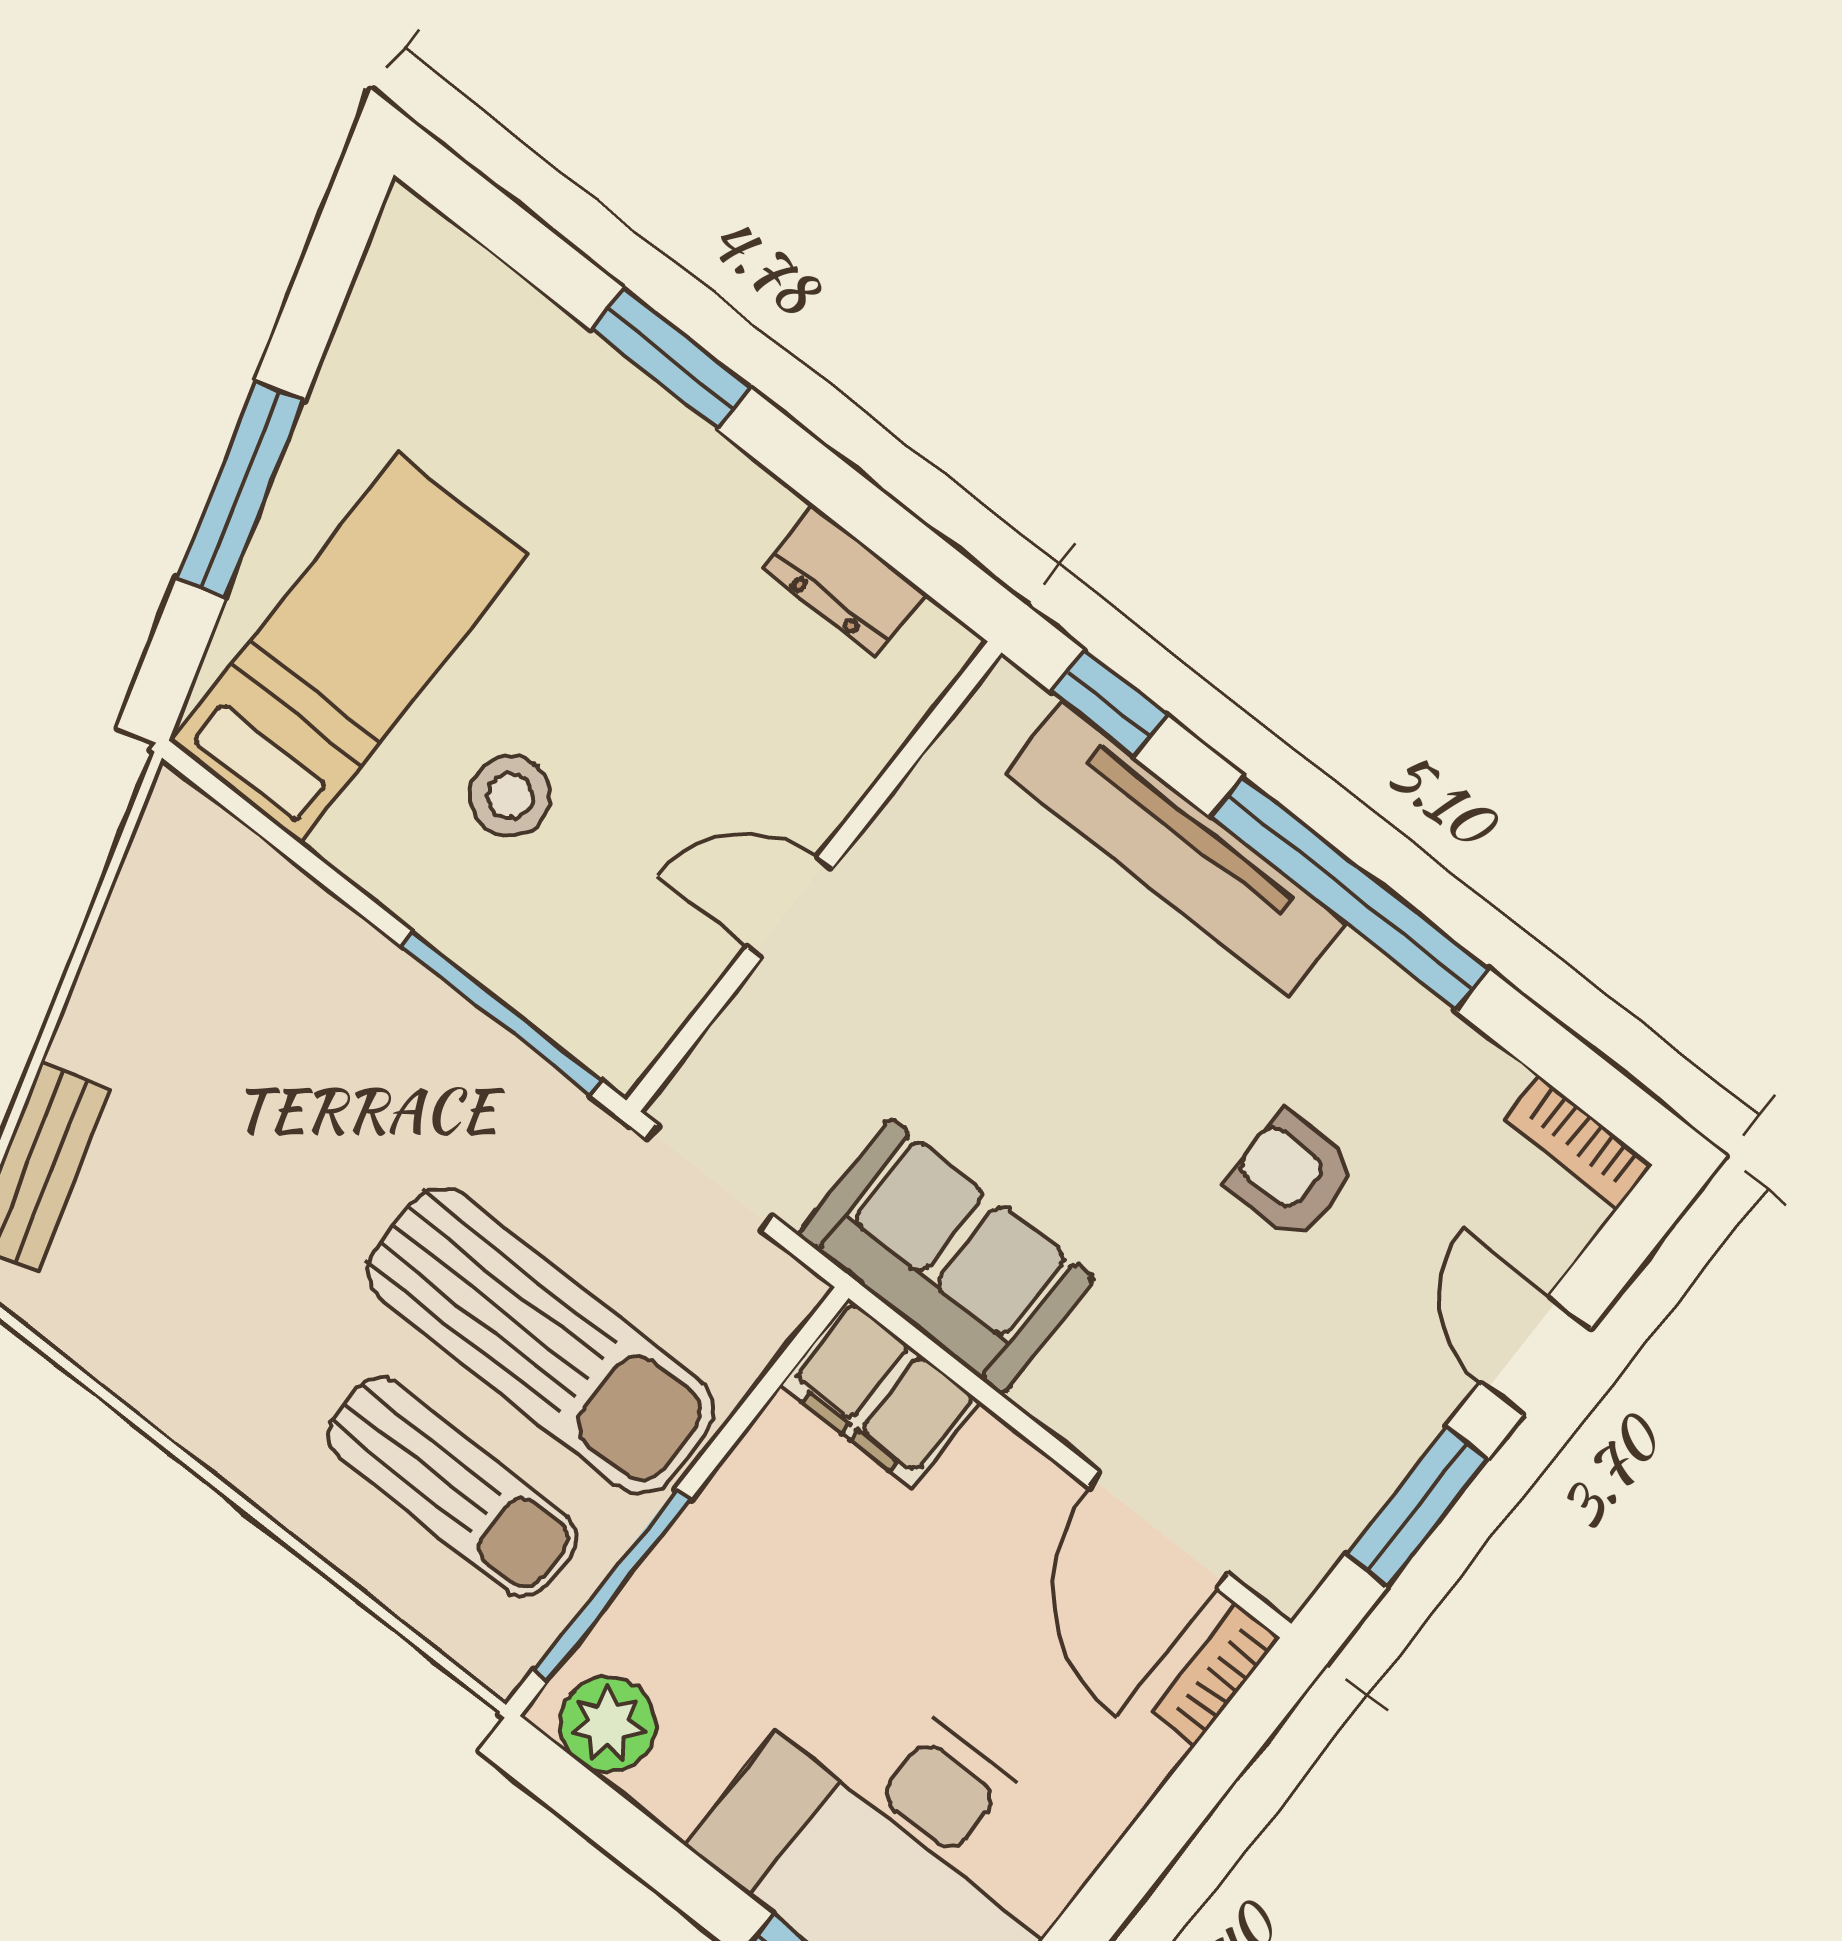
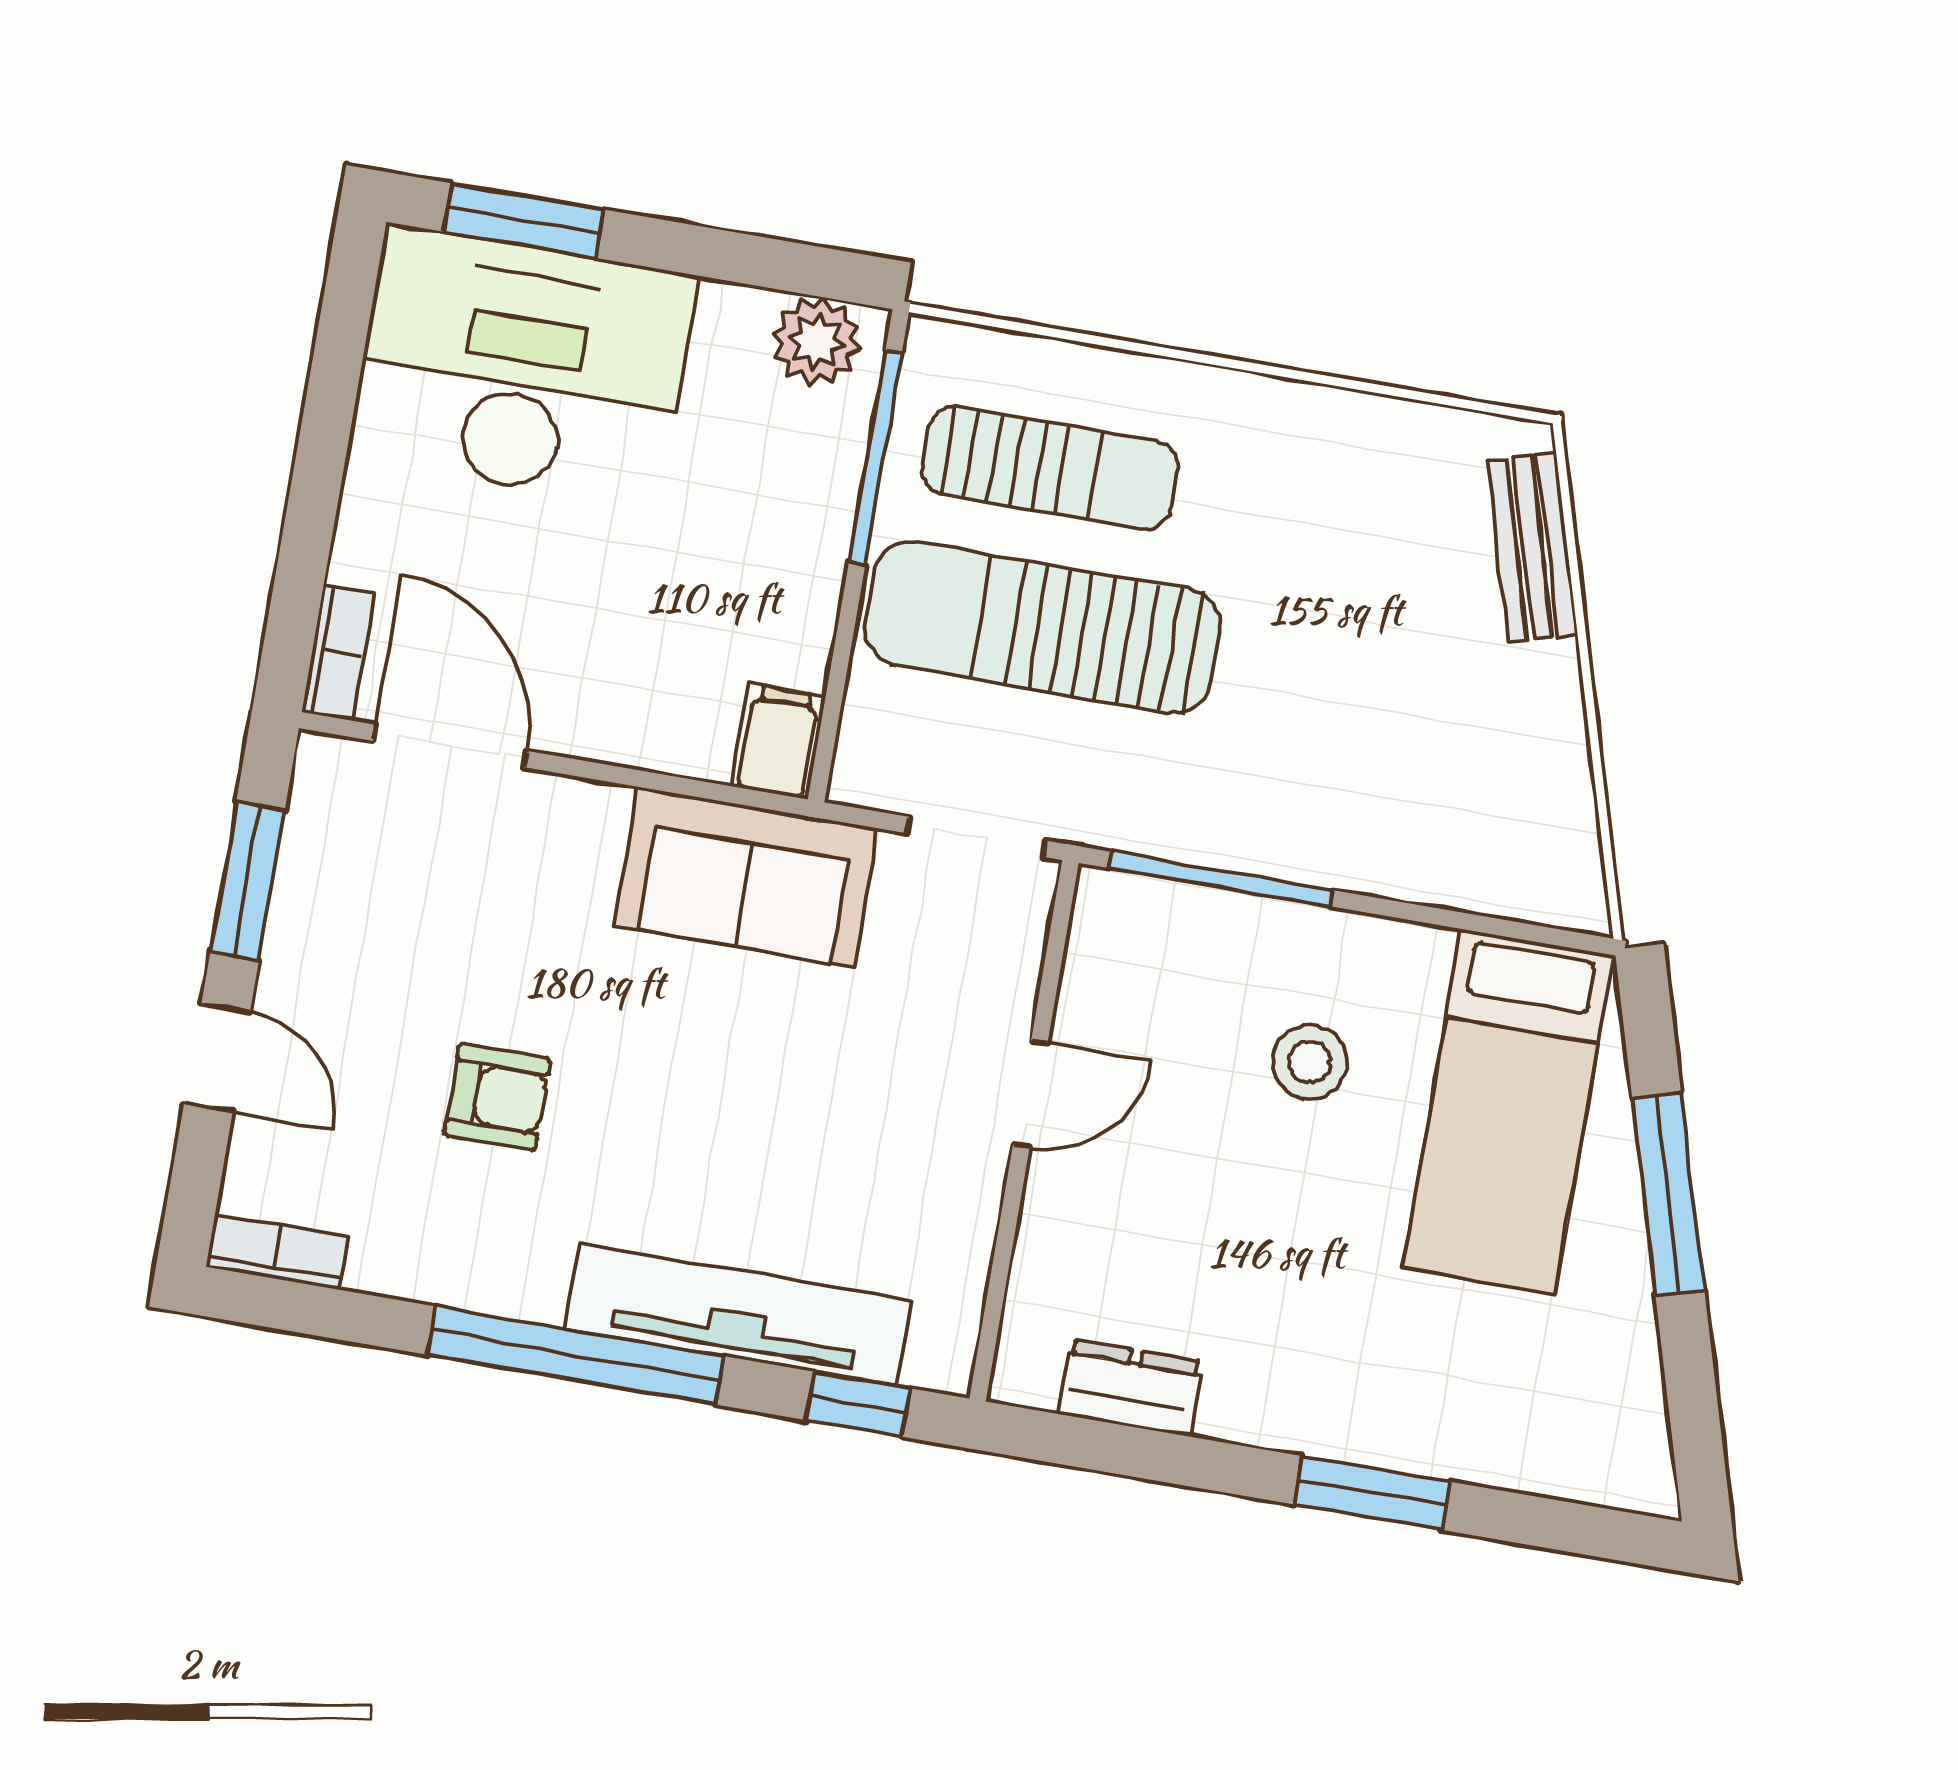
filing cabinet: (880, 1393) -> (778, 741), width x0.50
sun lounger: (452, 1487) -> (1050, 468), turned 180

